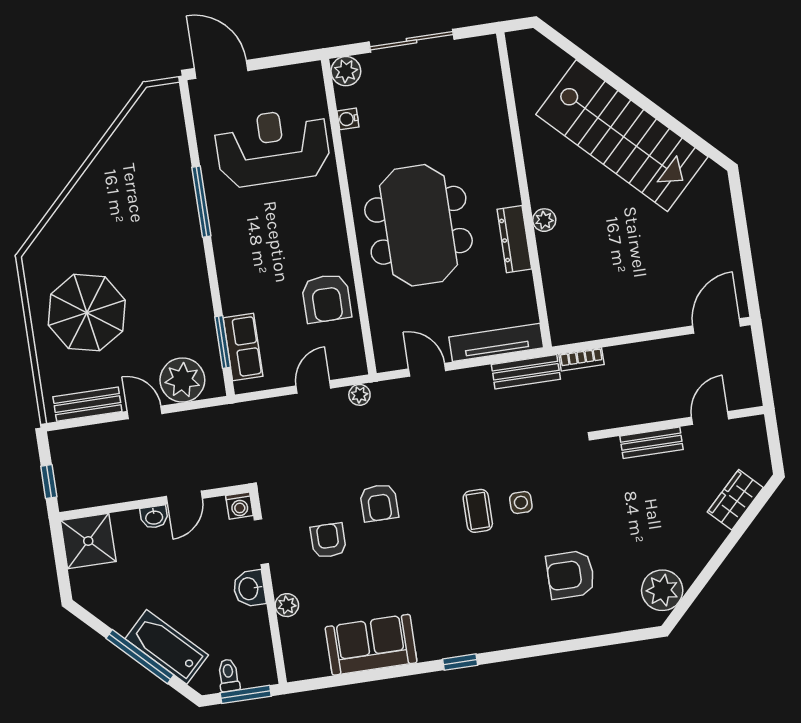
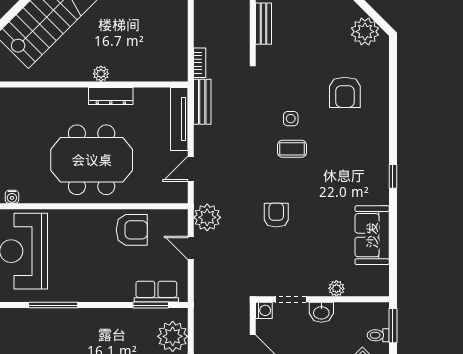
plant: (359, 395) -> (207, 217), width x1.87, depth x1.87
armchair: (379, 503) -> (276, 215), turned -90
armchair: (328, 541) -> (297, 254), removed

